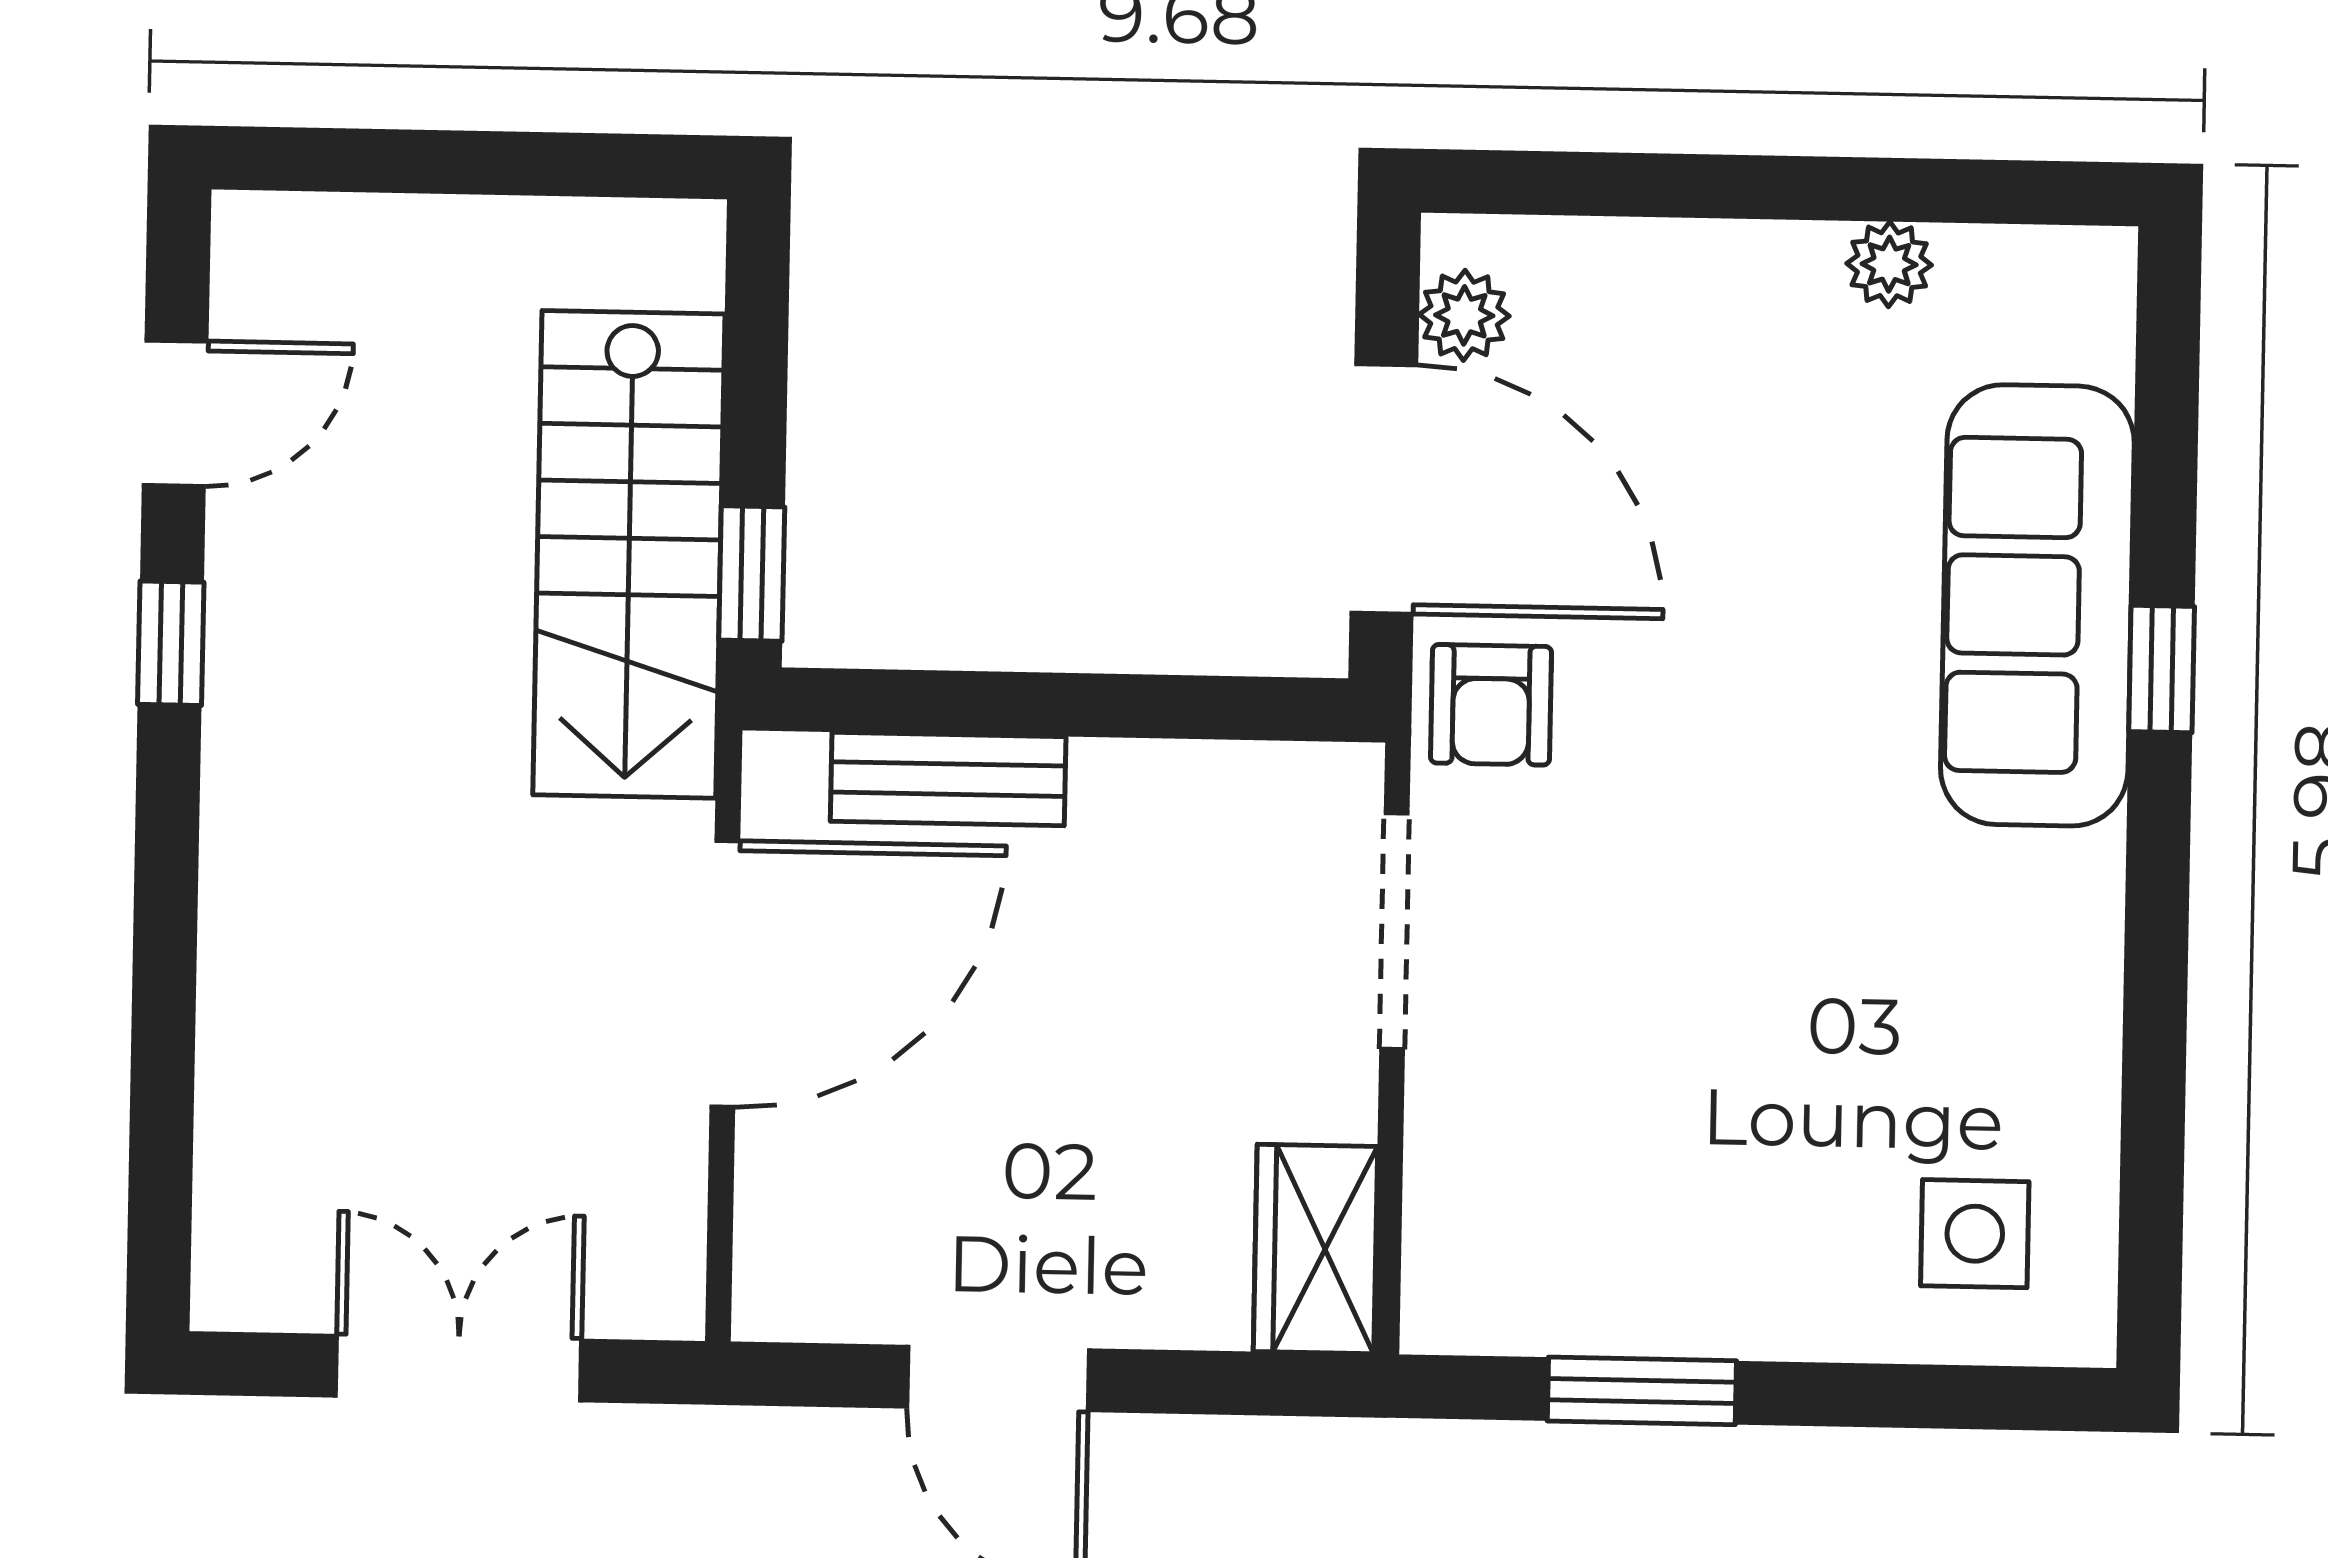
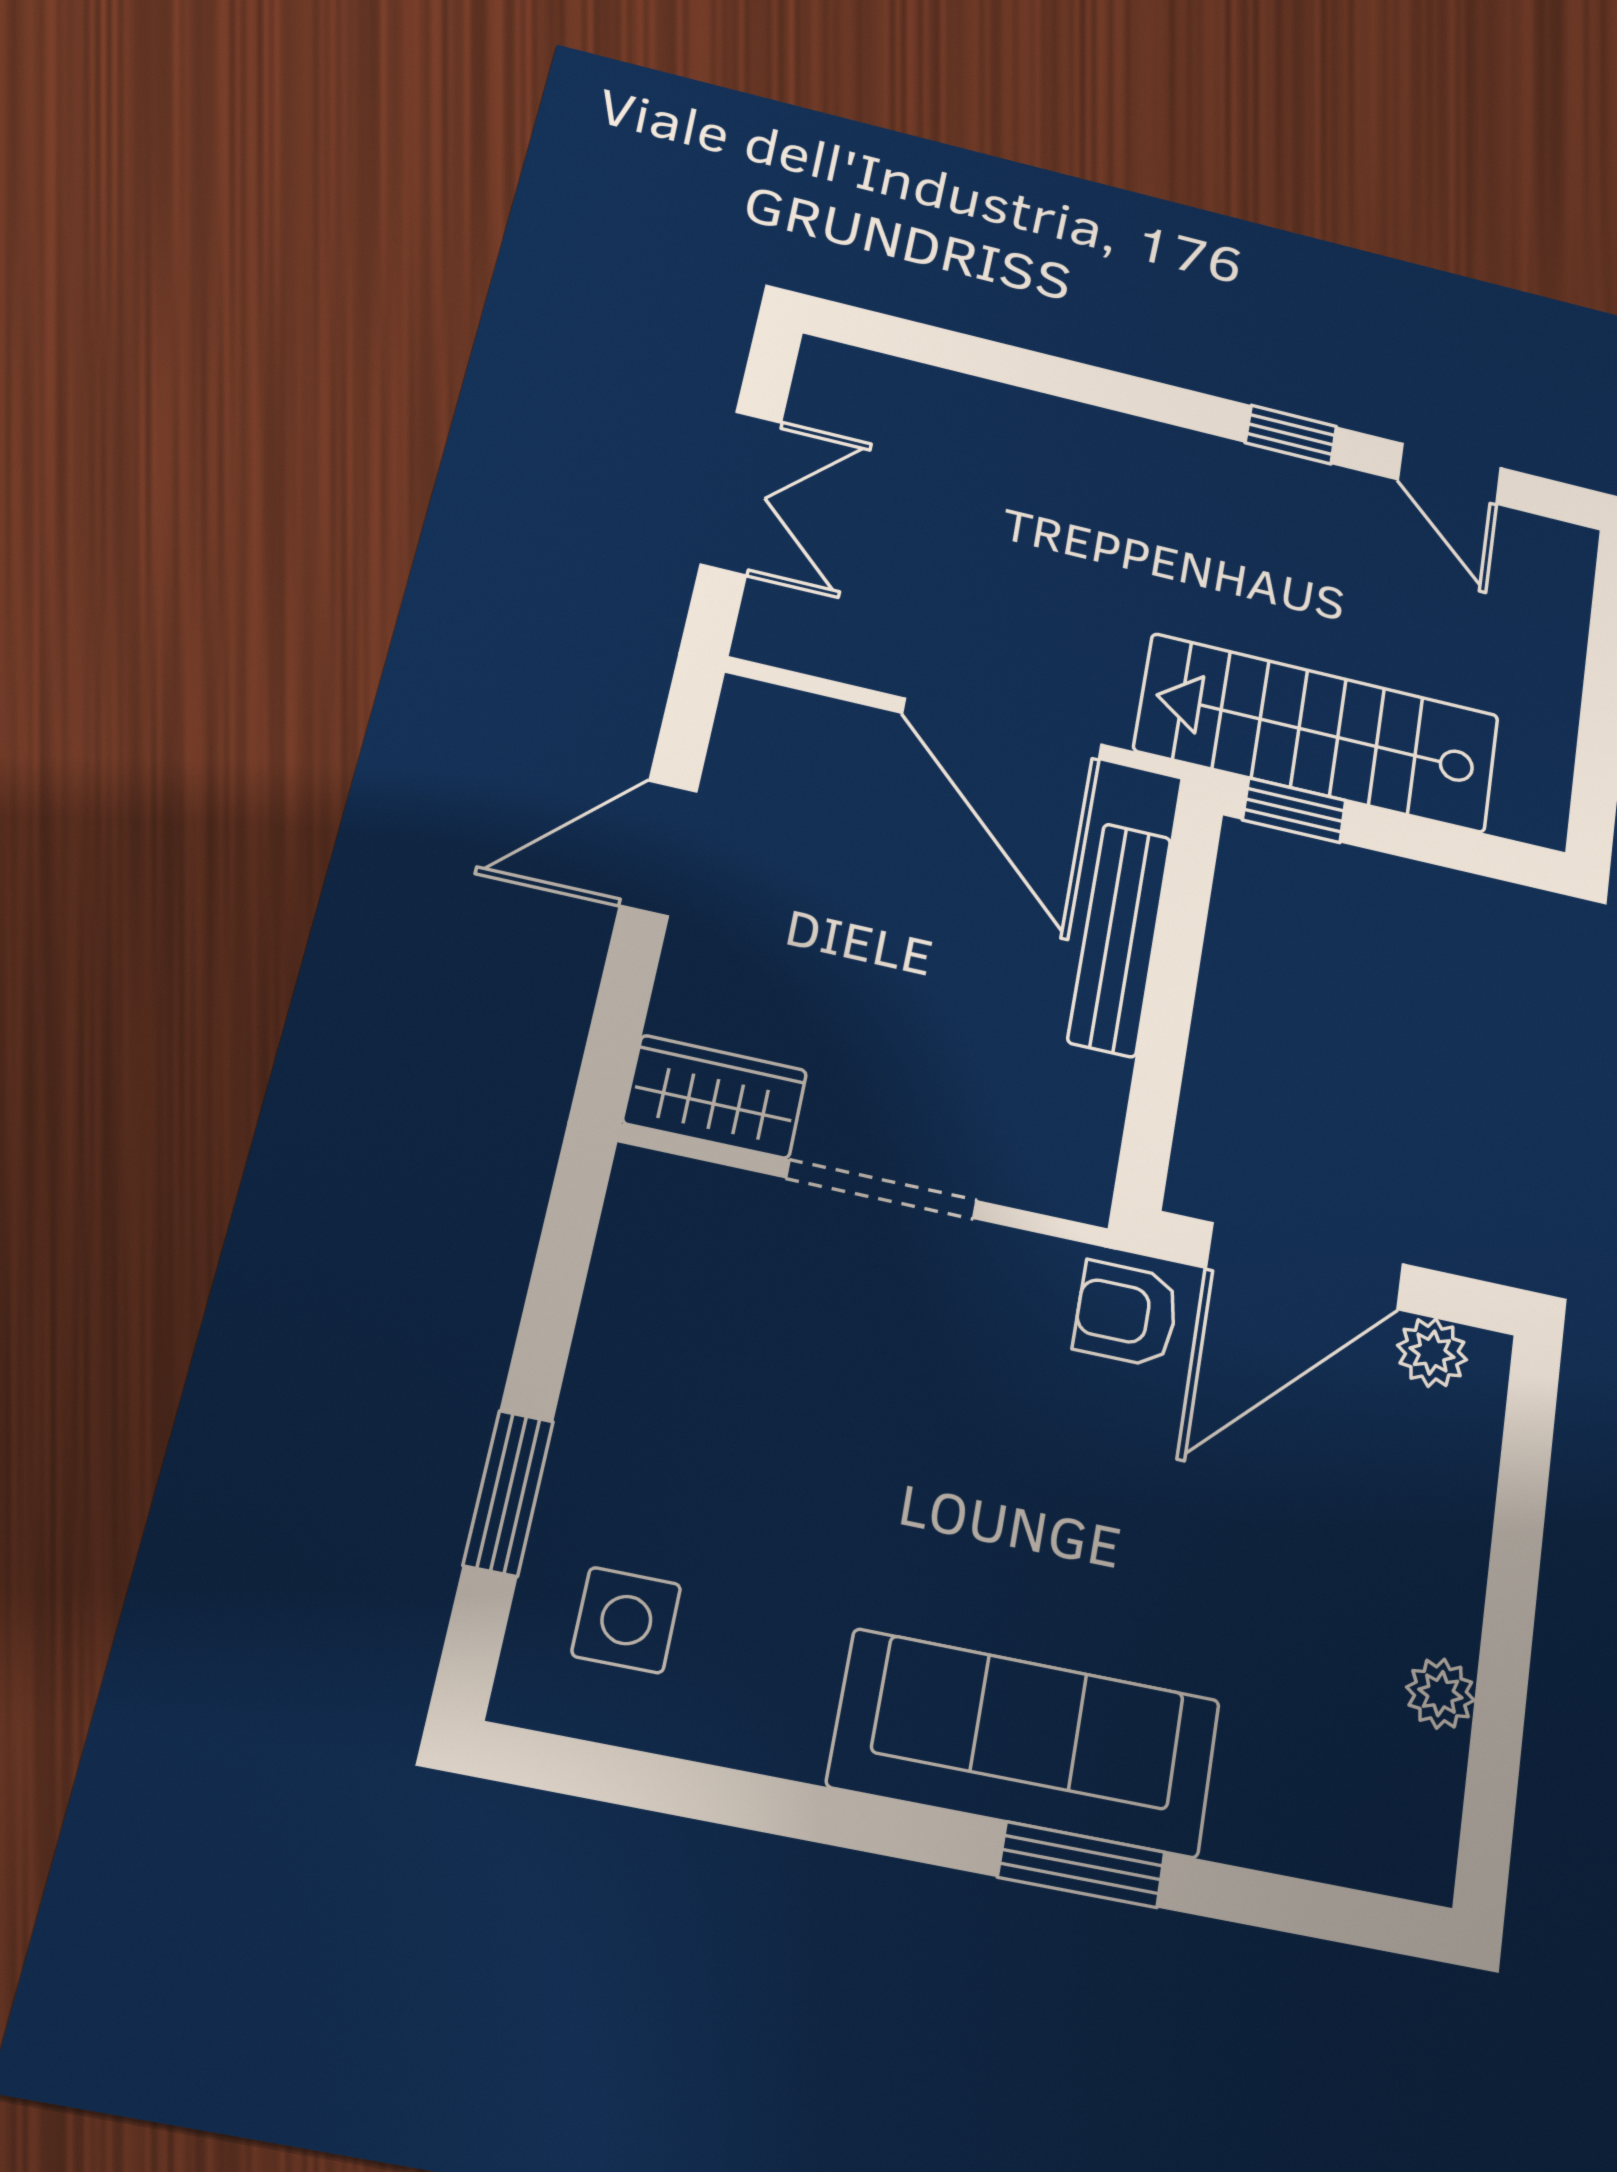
sofa: (2037, 605) -> (1025, 1743), moved
window: (2162, 669) -> (1082, 1865), width x1.50
bench: (948, 779) -> (1120, 939), width x1.36
doorway: (1394, 931) -> (881, 1189), moved
window: (1642, 1391) -> (508, 1493), moved

